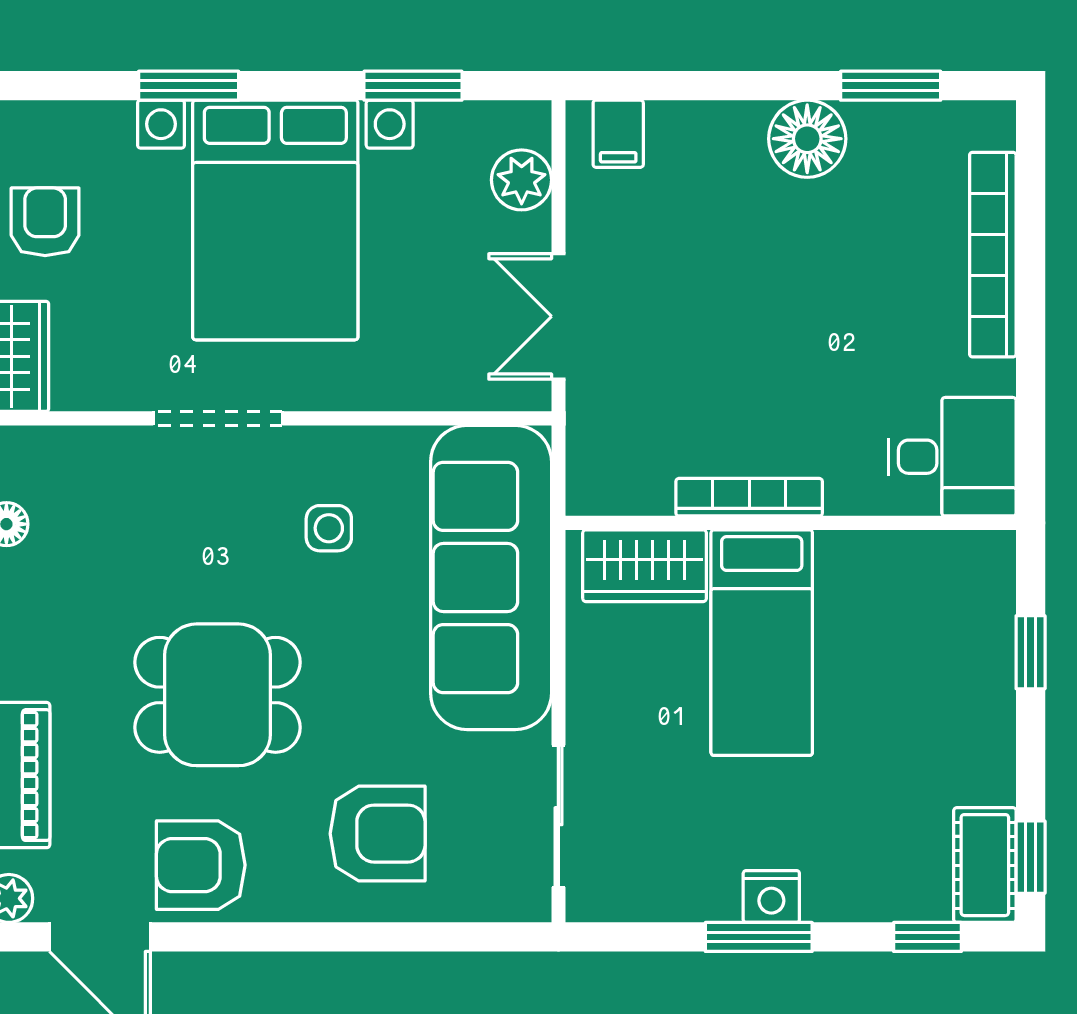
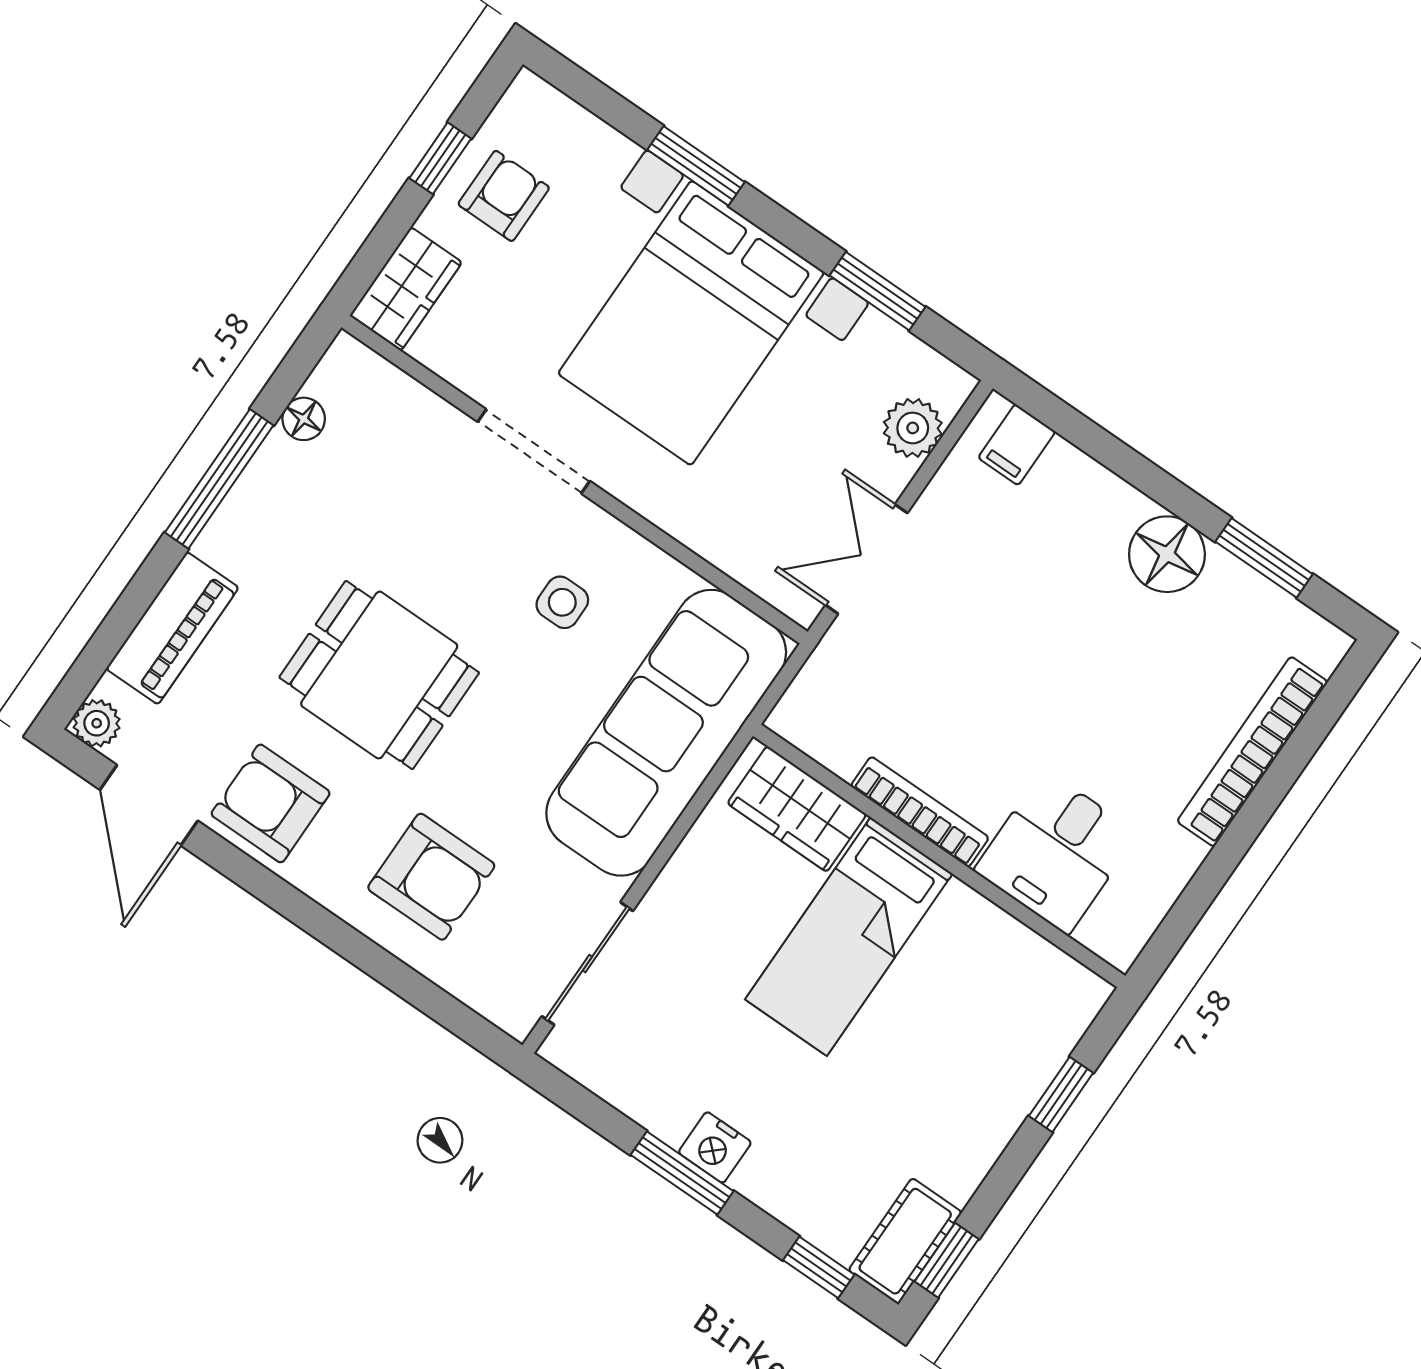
desk: (952, 457) -> (1056, 852), moved, turned 90

